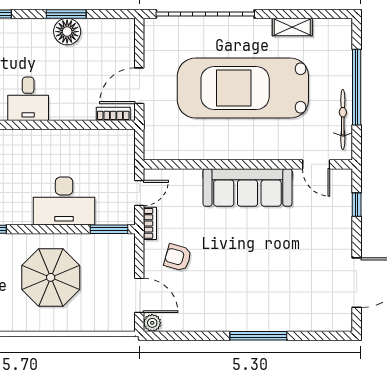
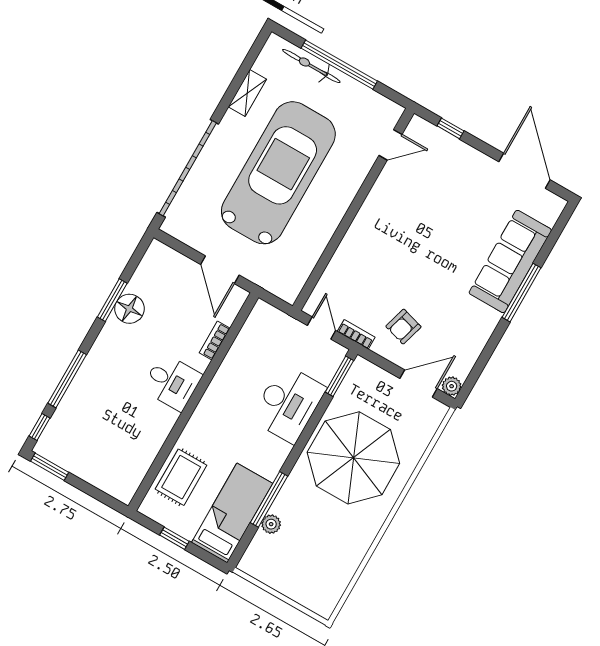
car: (243, 88) -> (278, 173), turned 180
bookcase: (113, 114) -> (215, 340), moved
bicycle: (343, 120) -> (311, 66), moved
sofa: (247, 187) -> (510, 261), moved, turned 180
parasol: (51, 277) -> (353, 458), width x1.36, depth x1.36

